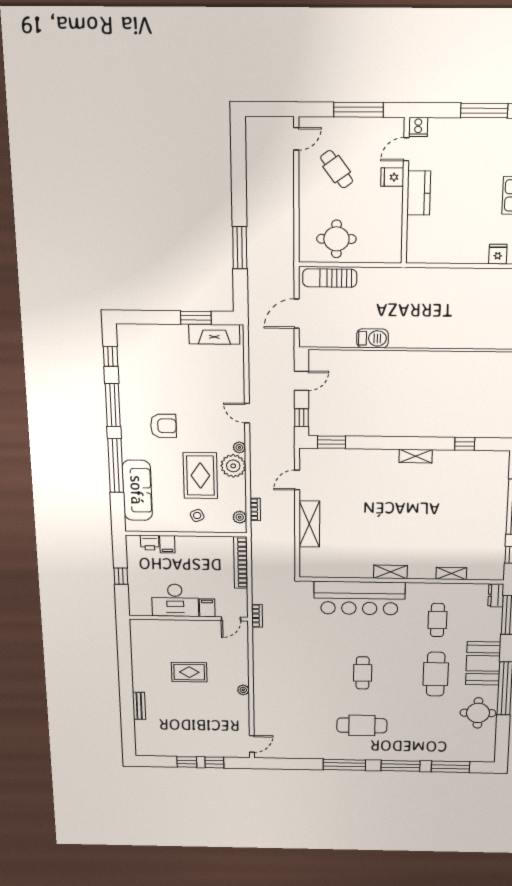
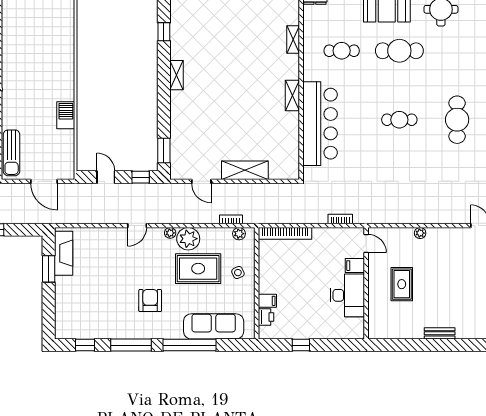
desk: (175, 600) -> (347, 295), moved
filing cabinet: (207, 608) -> (355, 266), moved
wall: (189, 618) -> (366, 283), moved
door: (231, 619) -> (366, 243), moved

